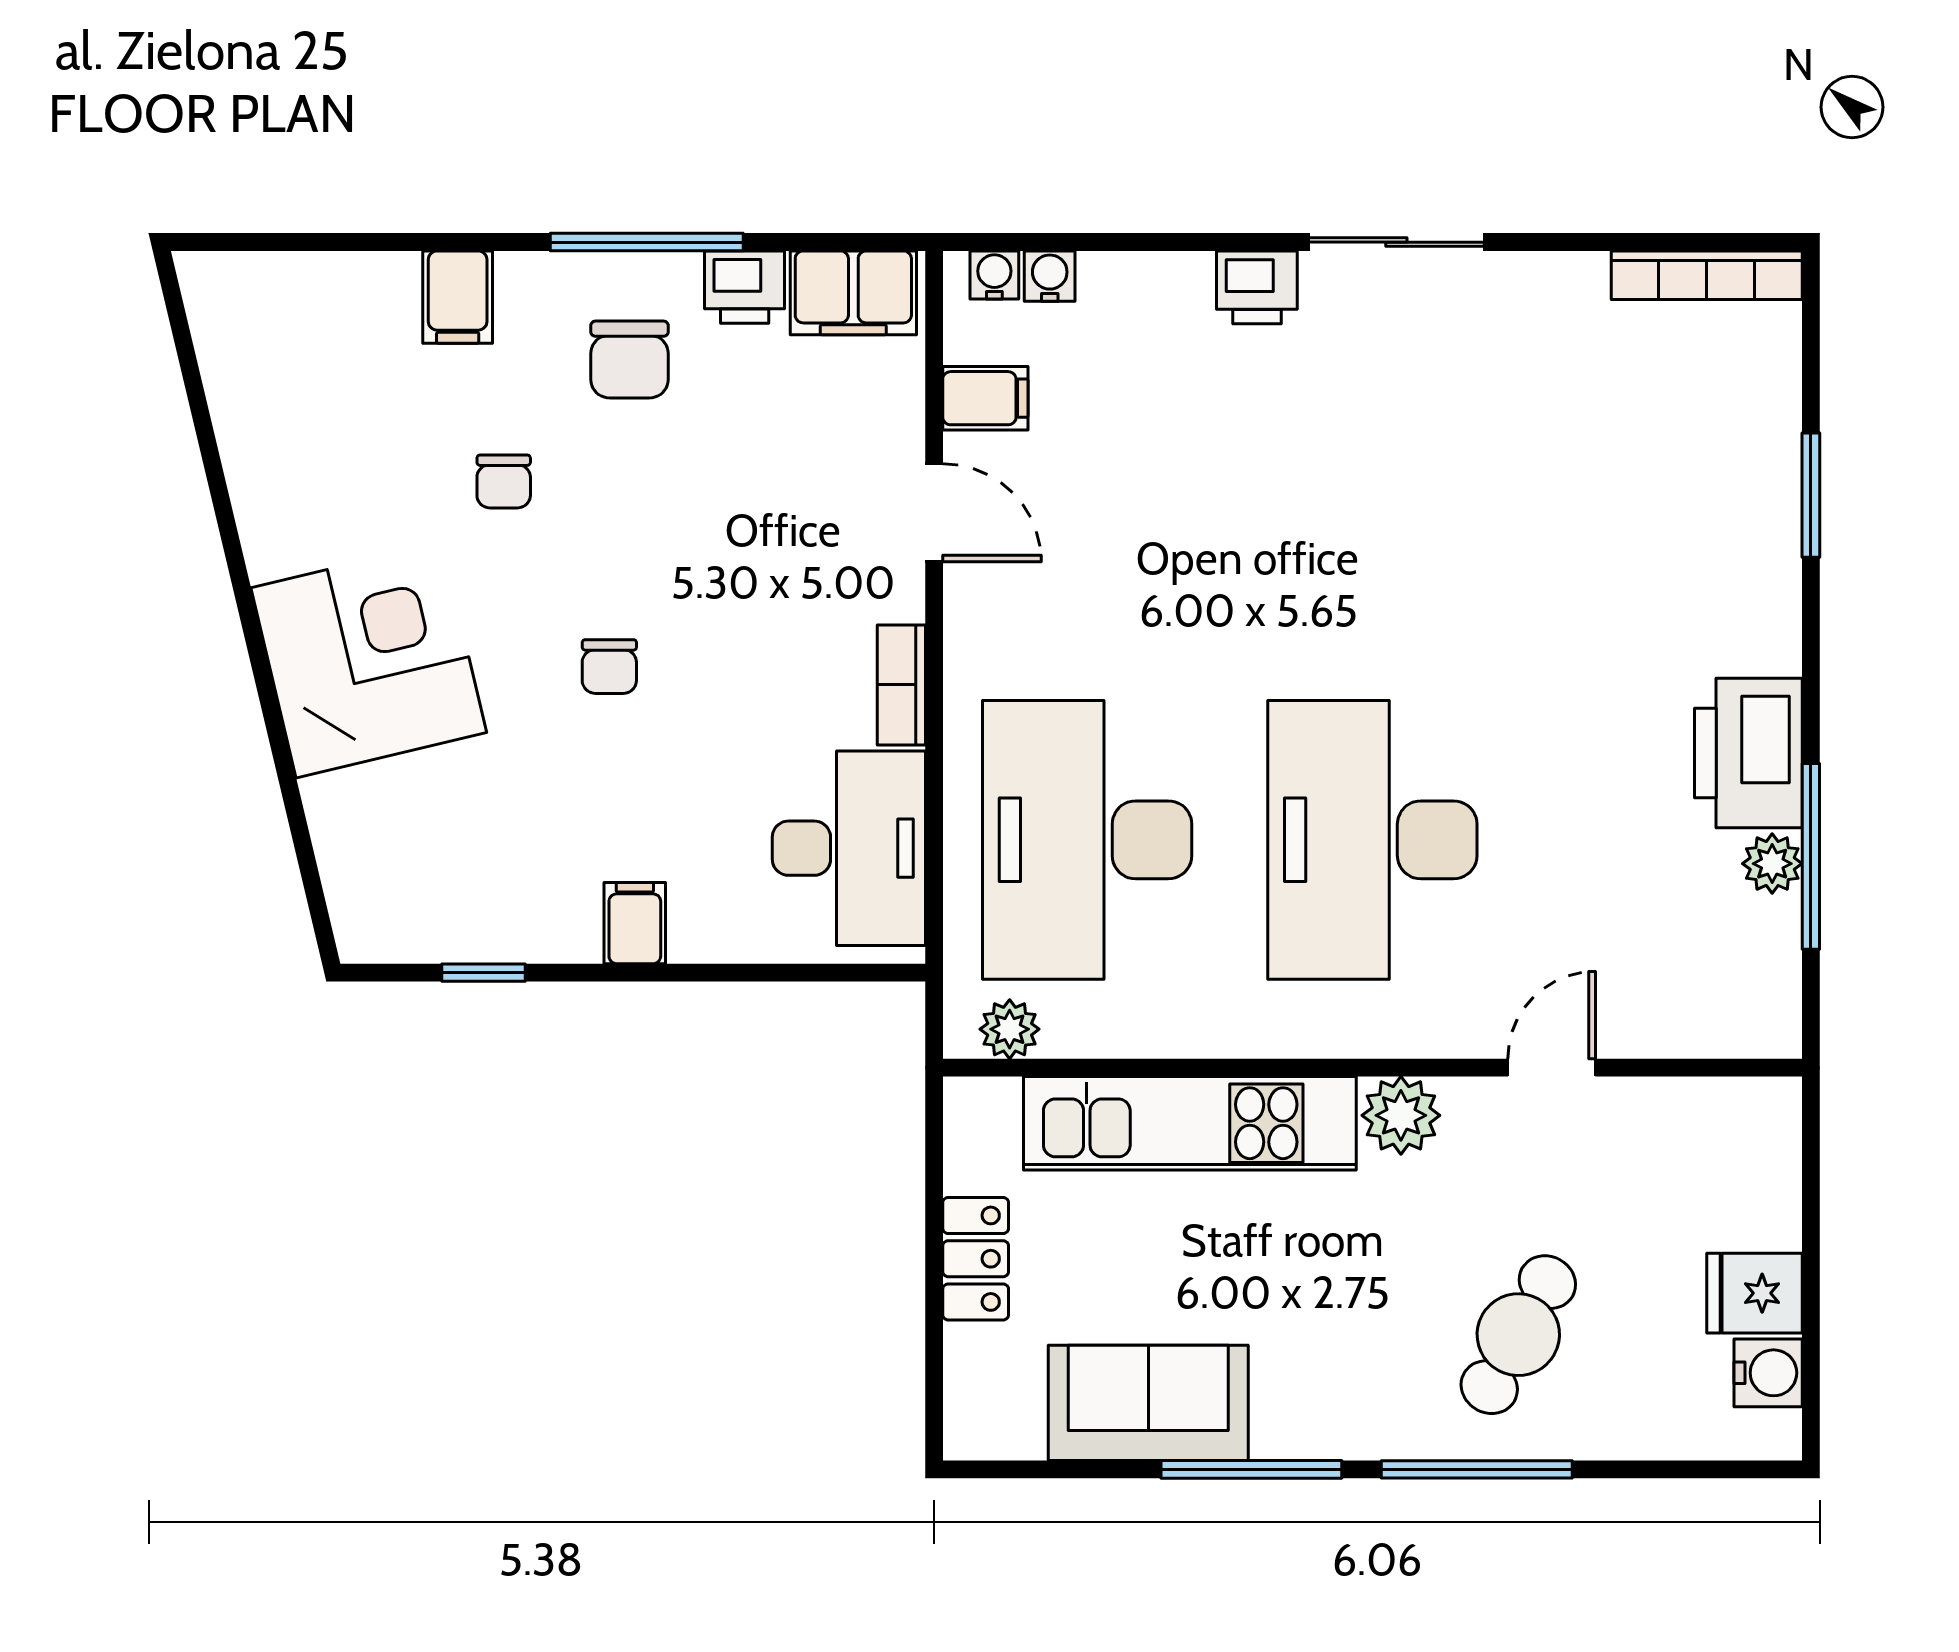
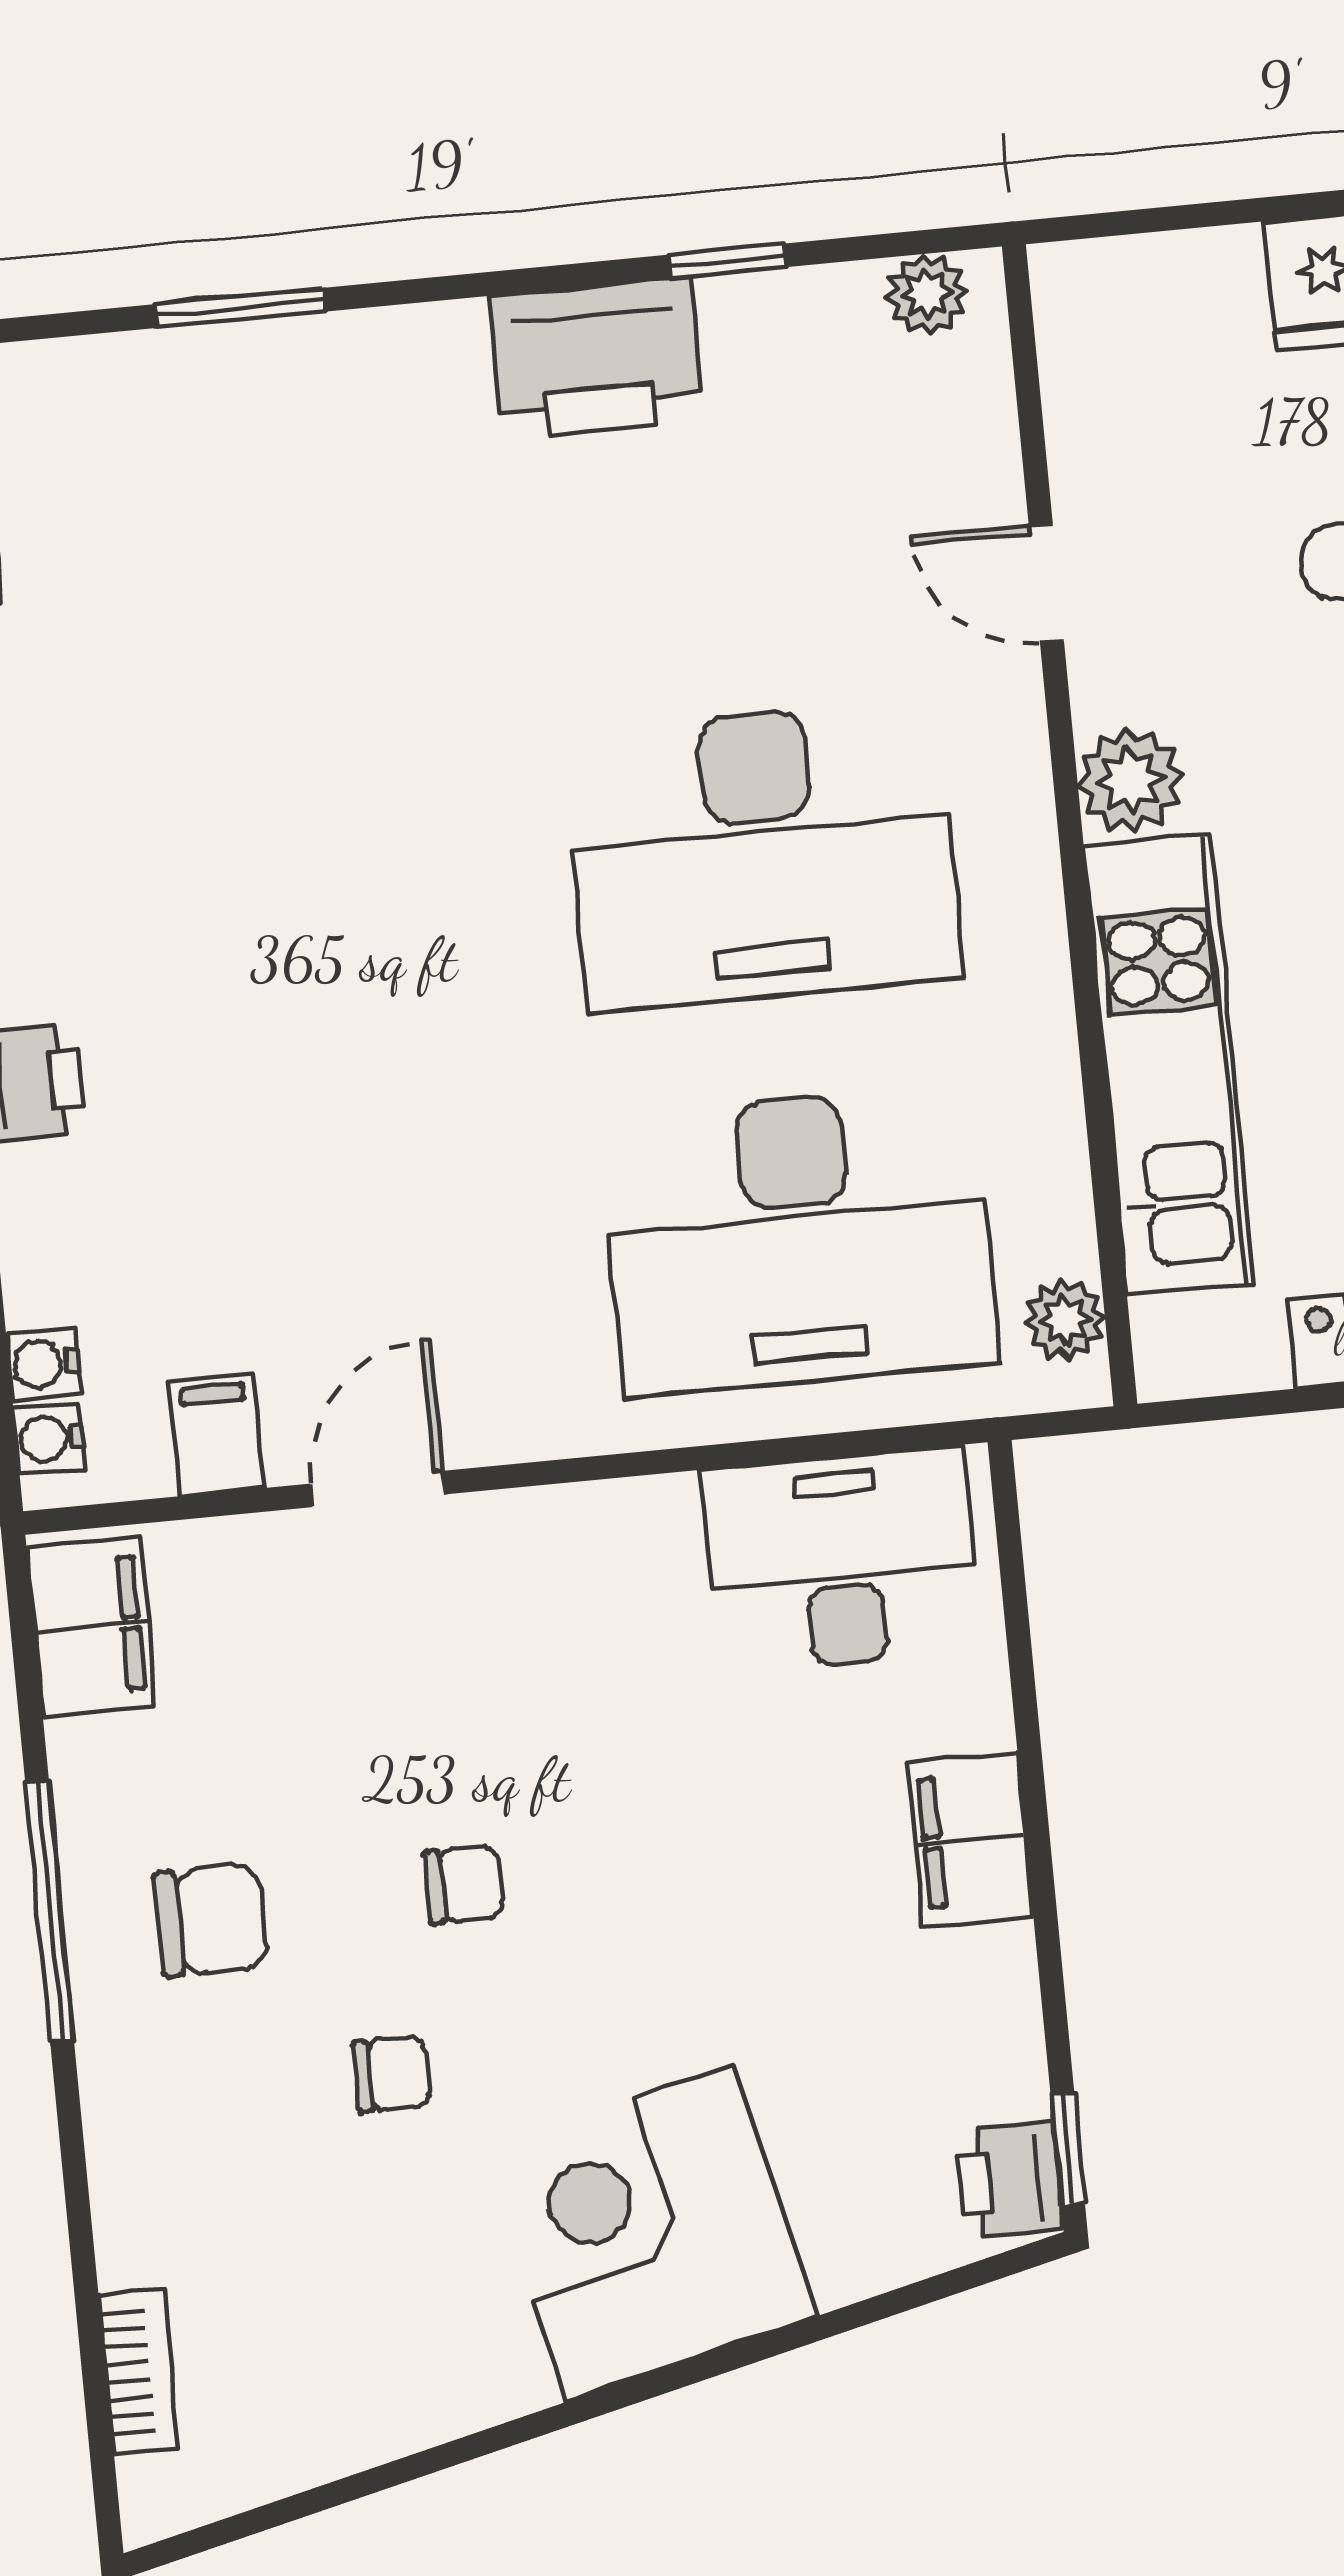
printer: (745, 287) -> (1009, 2180), moved, turned 180
filing cabinet: (458, 297) -> (148, 2160), removed
chair: (609, 667) -> (464, 1884), moved
bookcase: (901, 685) -> (138, 2371), moved, turned -90
window: (1811, 856) -> (728, 261), width x0.46
plant: (1772, 864) -> (926, 294), moved
filing cabinet: (635, 923) -> (970, 1840), width x2.00
window: (483, 973) -> (1068, 2149), moved

